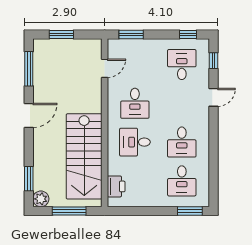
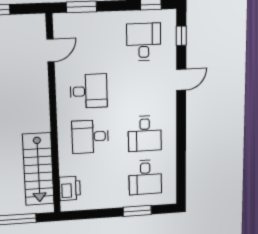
desk: (135, 103) -> (89, 91), turned -90
stairs: (84, 156) -> (38, 169), width x0.73, depth x0.66
window: (190, 211) -> (137, 211), moved

